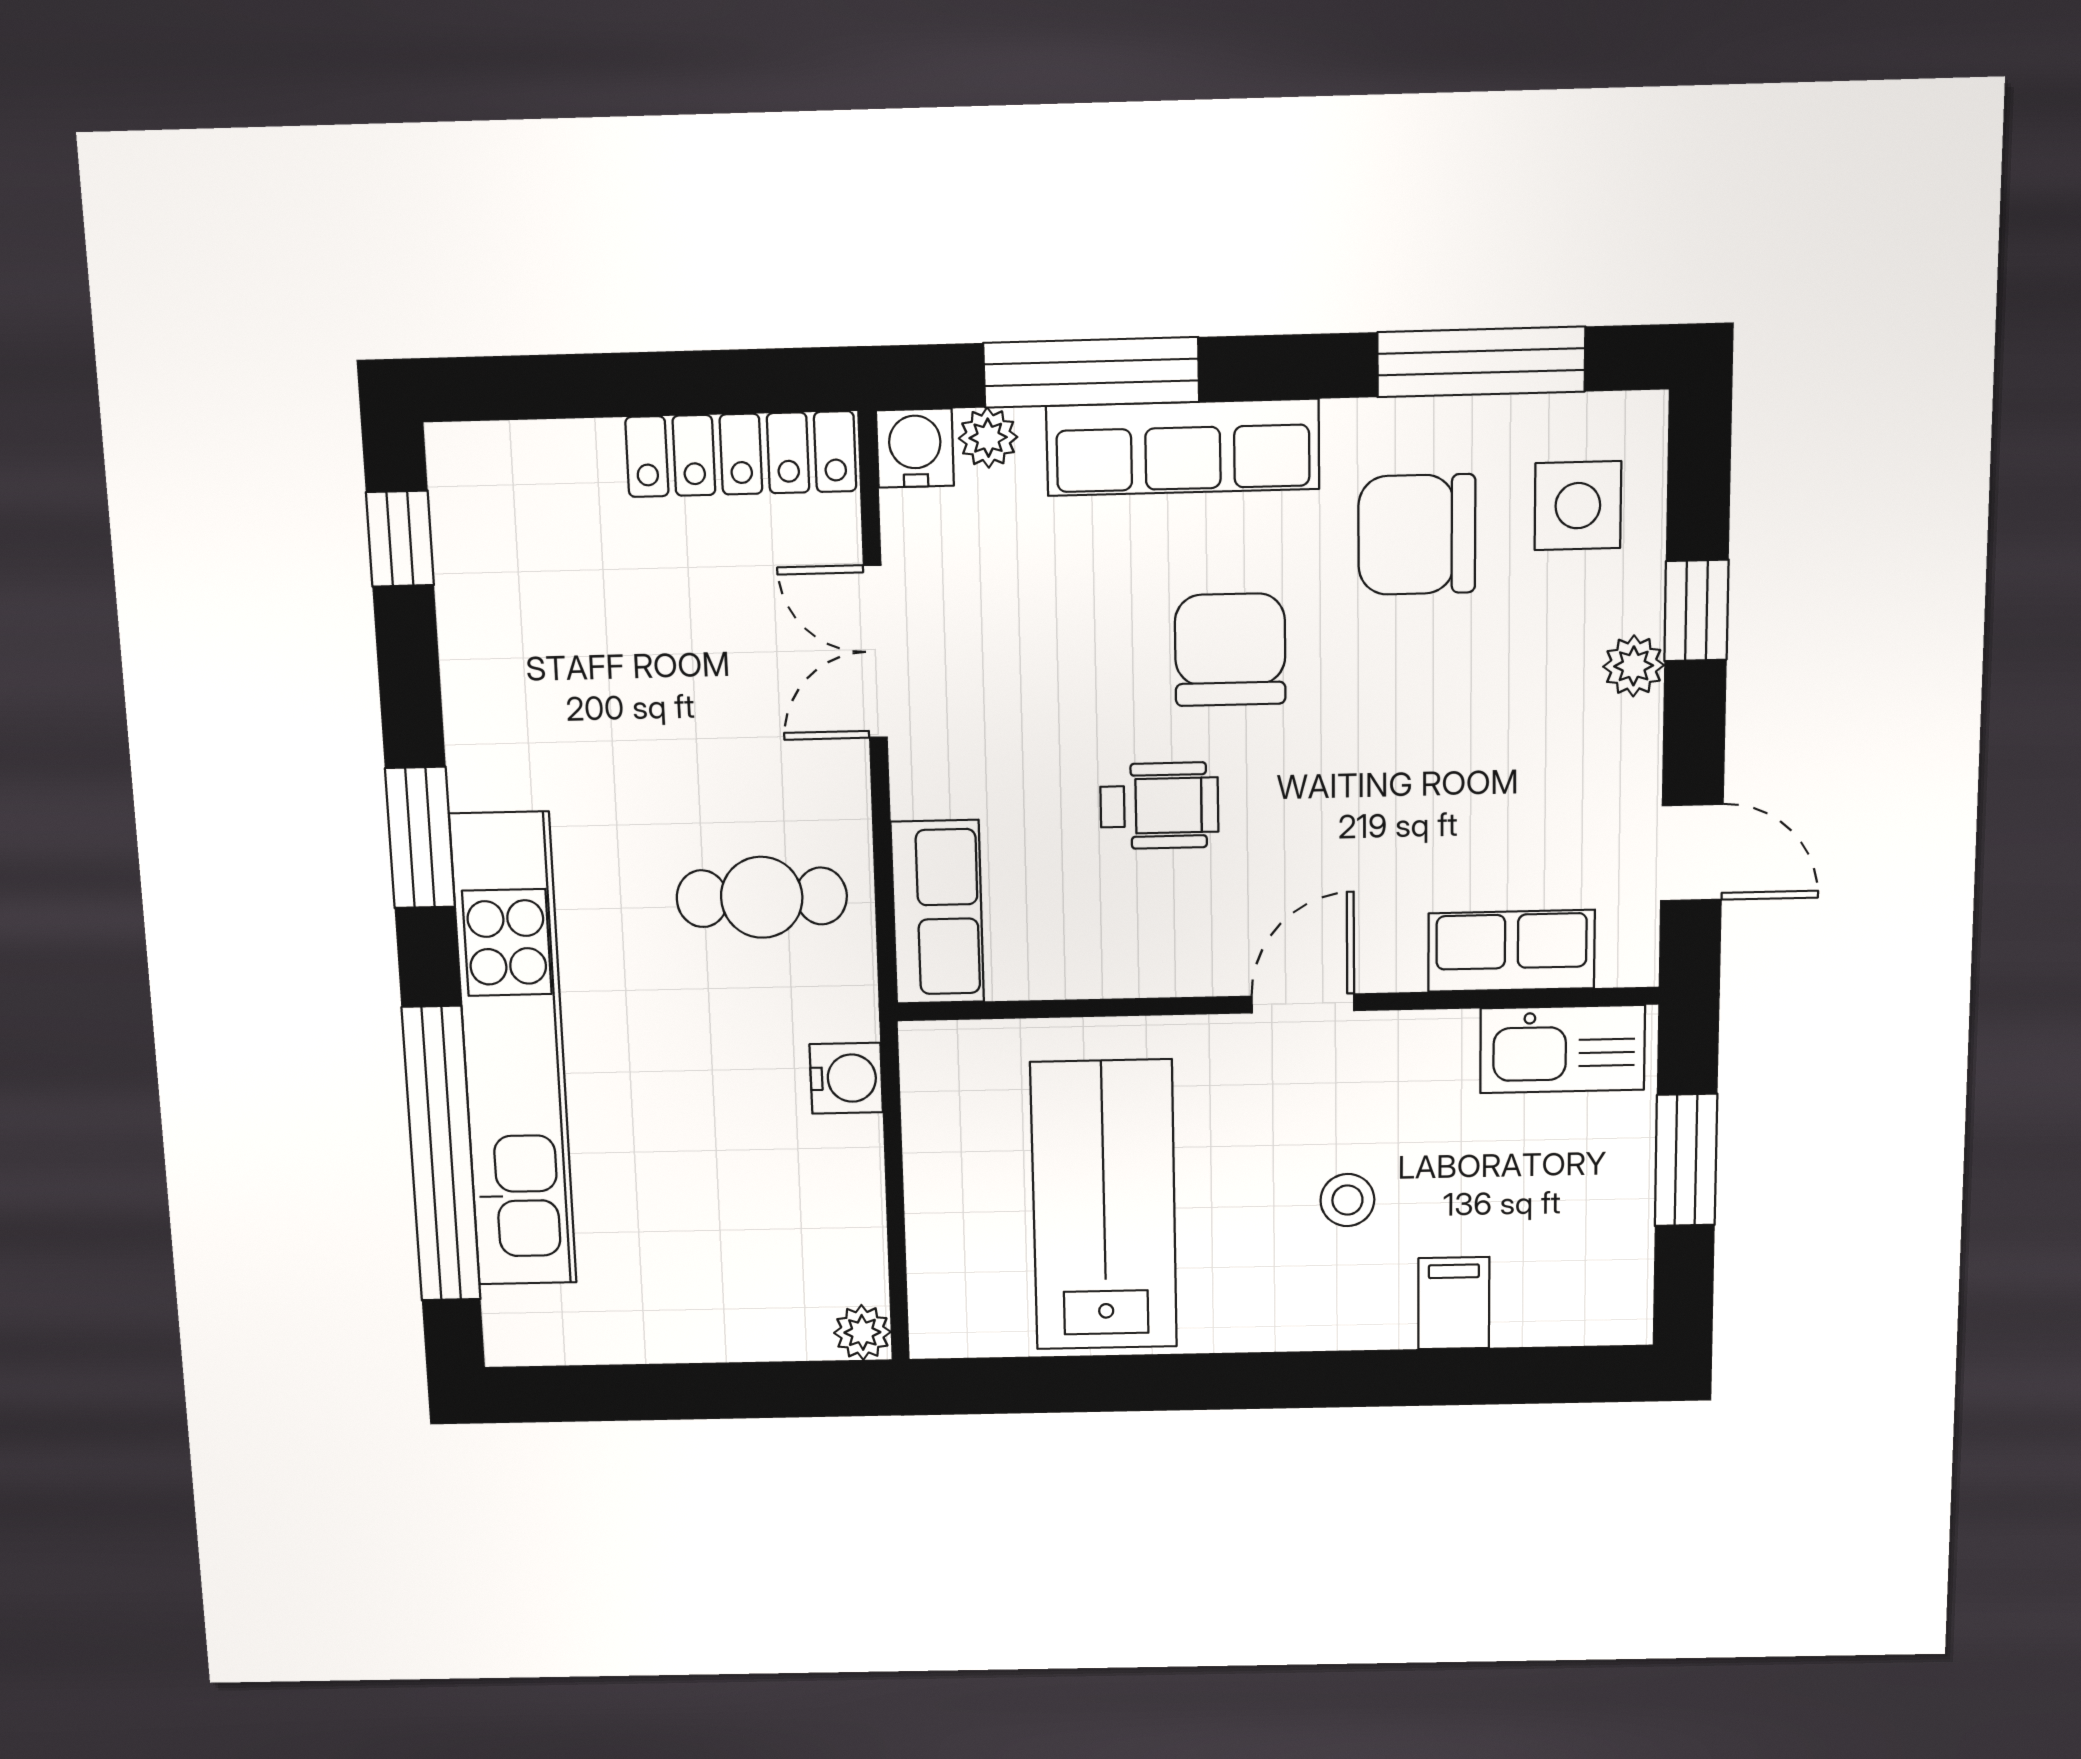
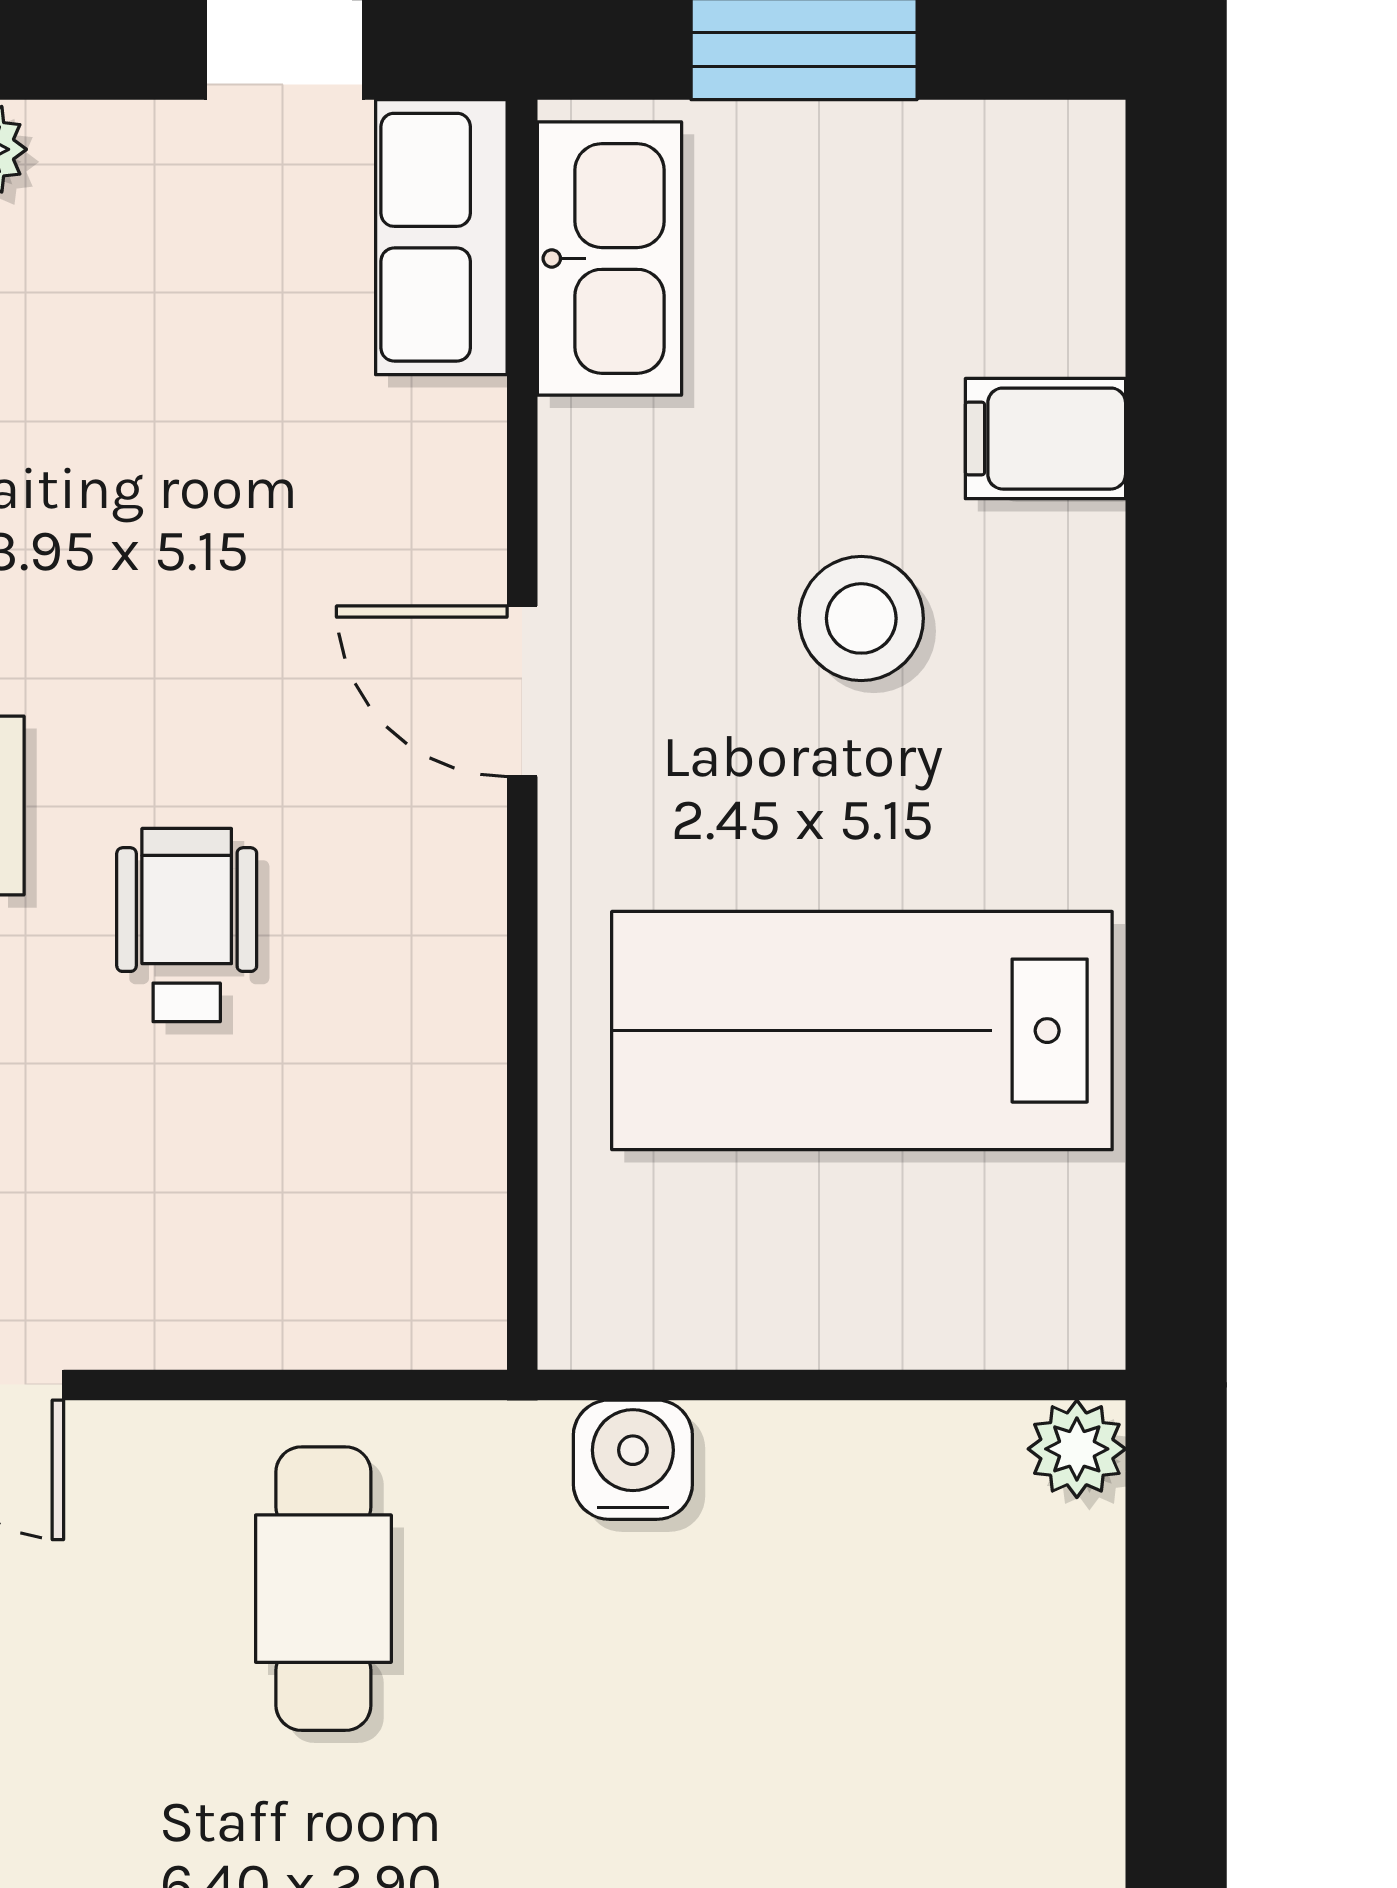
row of seats: (937, 912) -> (355, 1297), removed
row of seats: (1511, 951) -> (441, 237), moved
stool: (1347, 1200) -> (861, 618), width x1.37, depth x1.37

